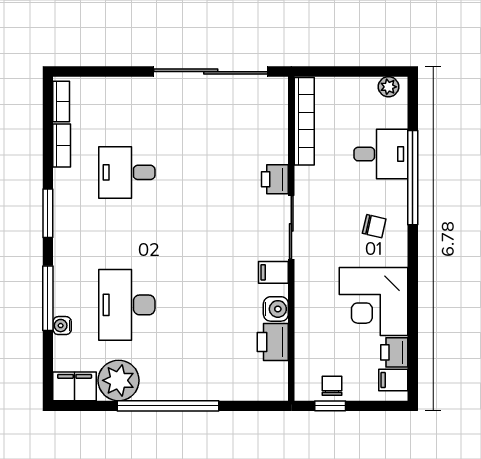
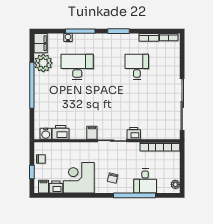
water cooler: (276, 309) -> (46, 134), moved
window: (330, 406) -> (32, 172), moved

